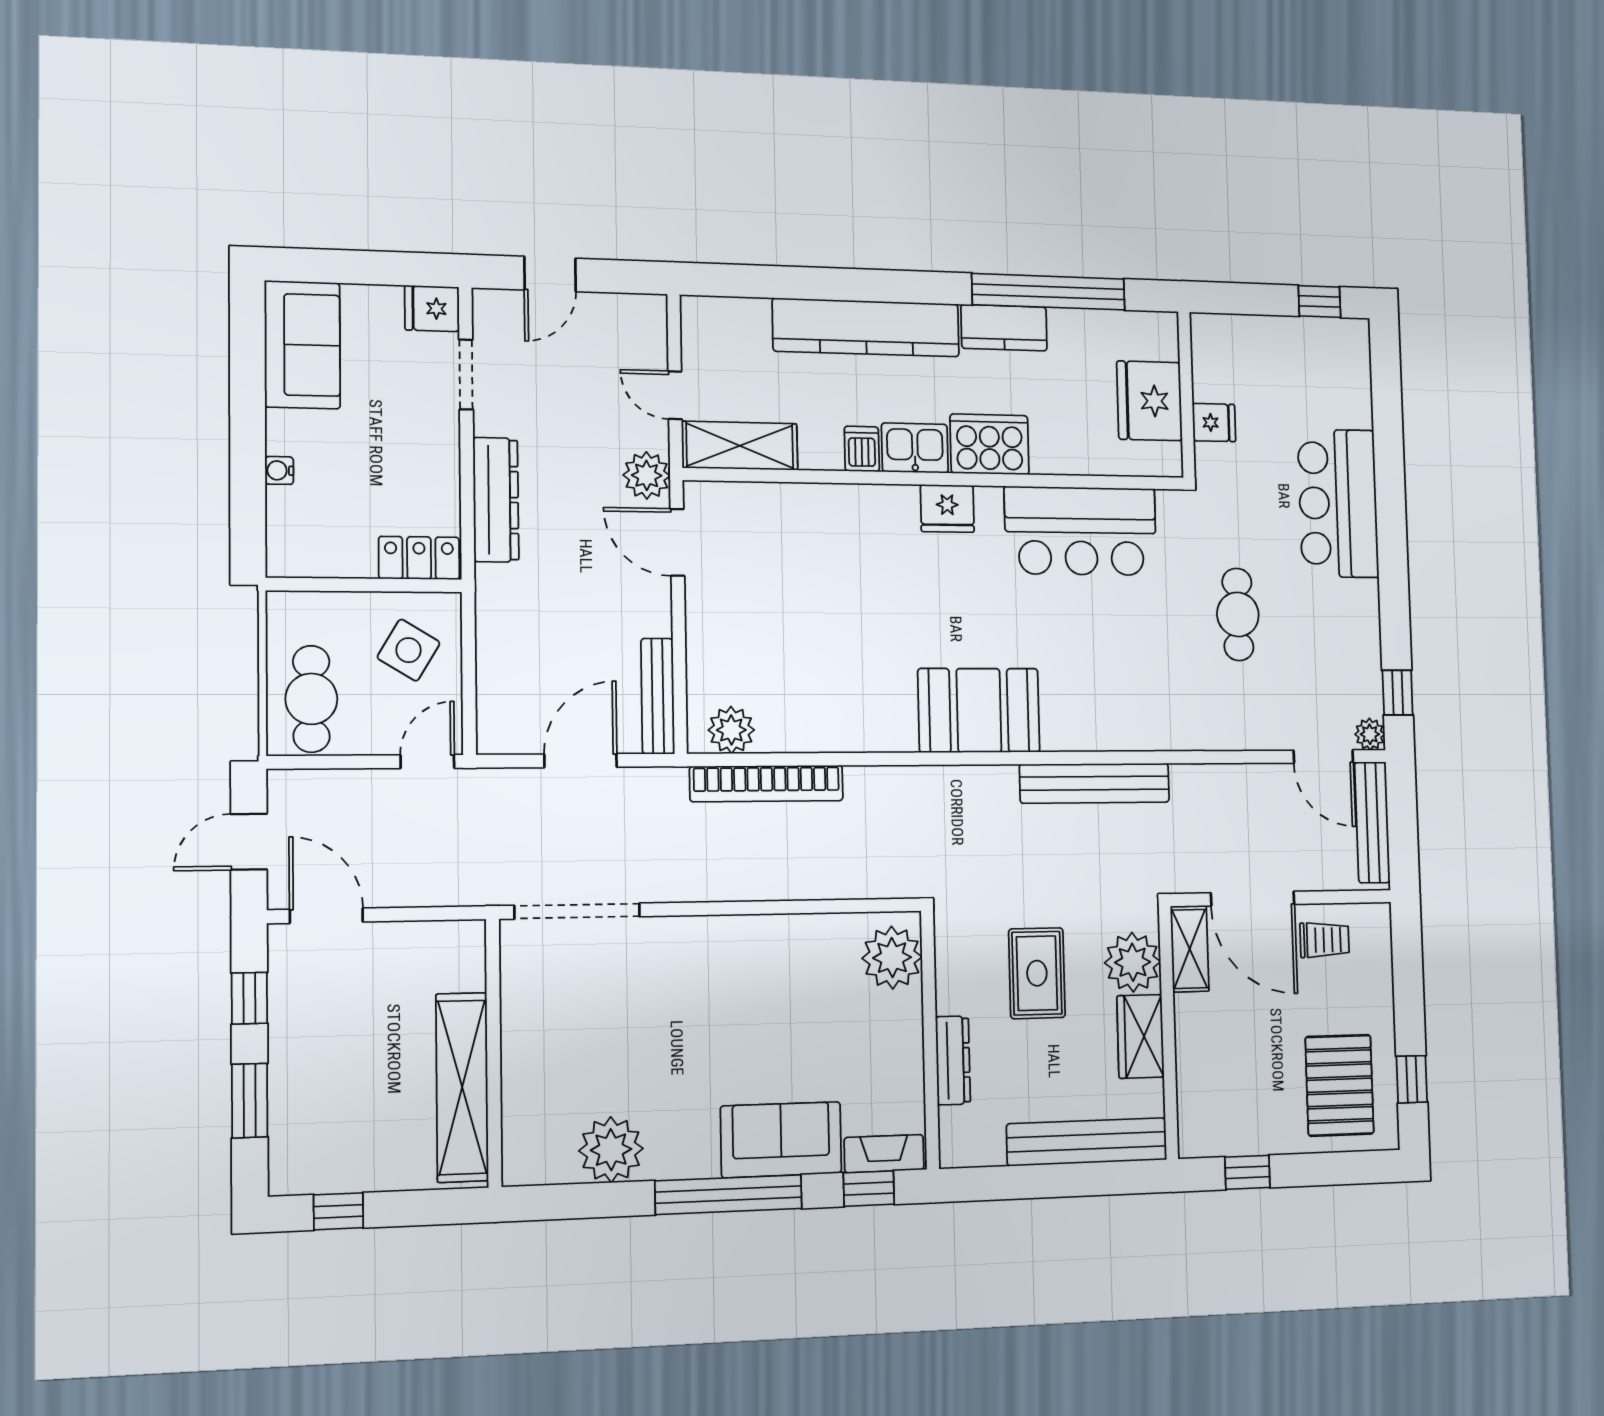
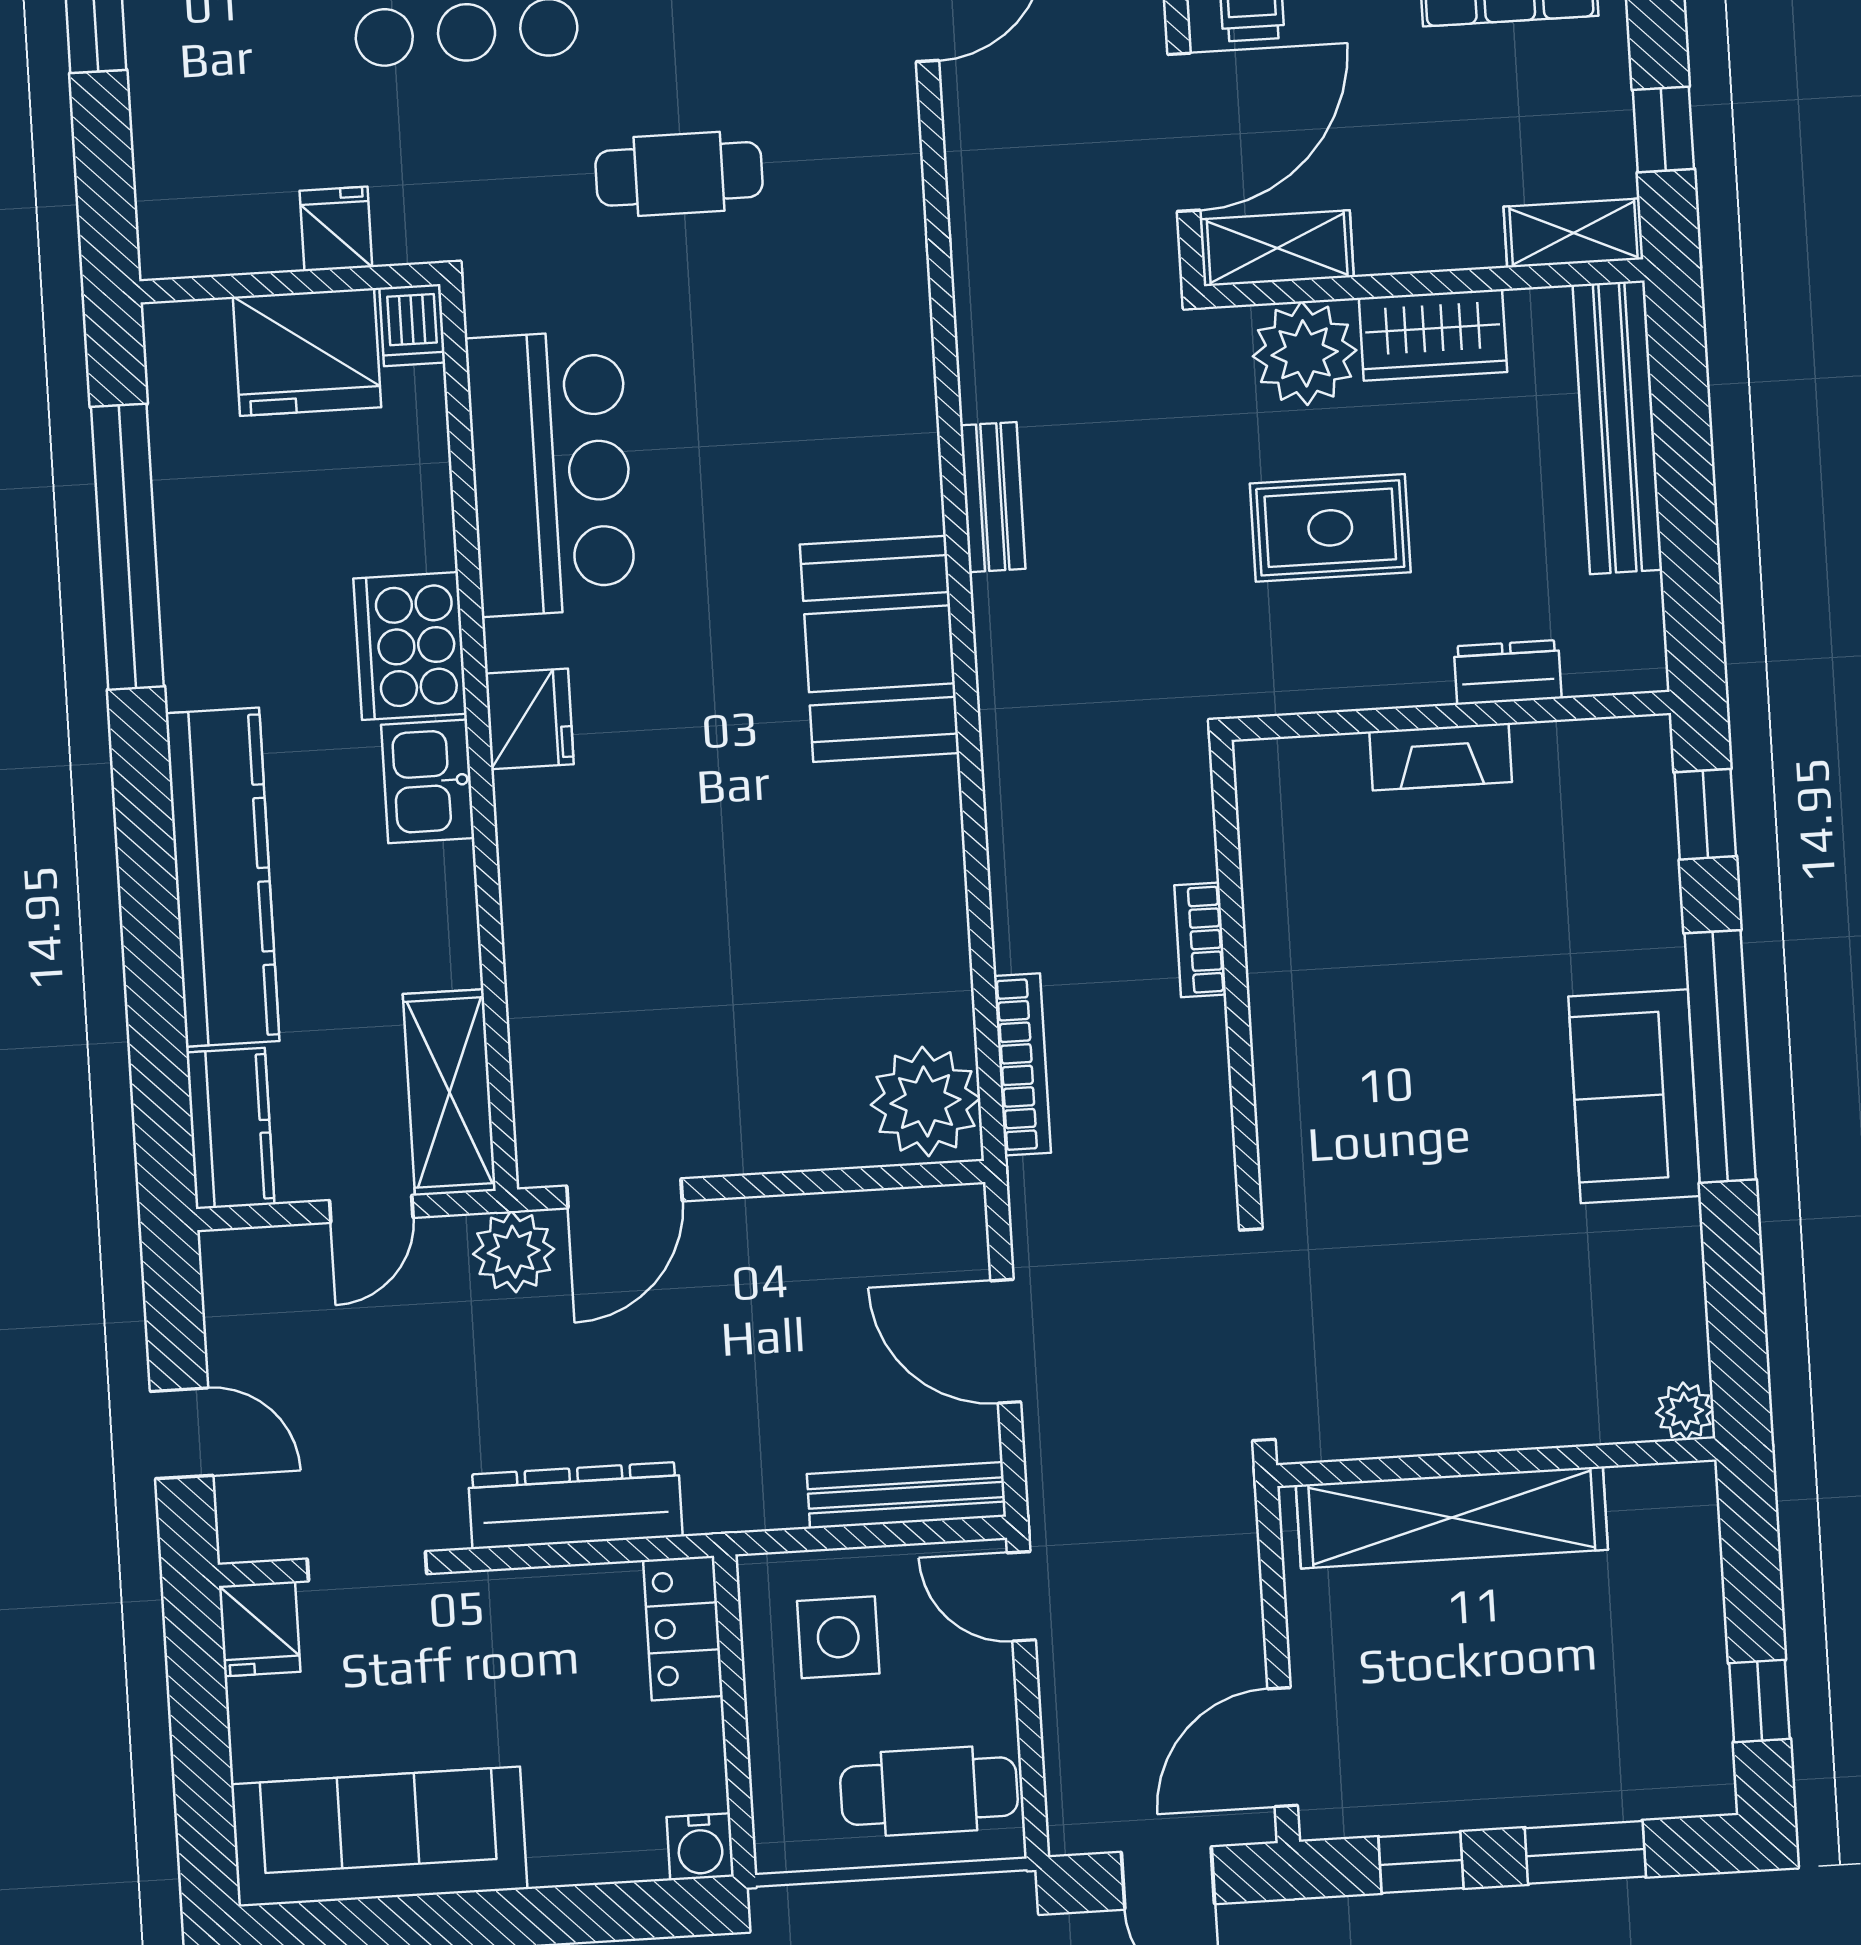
kitchen counter: (1004, 328) -> (230, 1128), moved
sofa: (302, 345) -> (379, 1837), width x1.36
dishwasher: (862, 449) -> (412, 325), moved, turned -90
water cooler: (279, 470) -> (700, 1847), moved, width x1.38, depth x1.38
side table: (409, 650) -> (838, 1637), turned -31
bench: (658, 696) -> (906, 1495), moved
plant: (731, 730) -> (925, 1101), width x1.36, depth x1.36
bookcase: (767, 783) -> (1022, 1064), width x0.68, depth x0.76
bench: (1095, 783) -> (993, 497), width x0.54, depth x0.82
bookcase: (809, 887) -> (1200, 940), added
plant: (892, 958) -> (1313, 788), removed
dresser: (953, 1060) -> (1508, 672), width x0.70
shelving: (462, 1087) -> (1452, 1517), moved
shelving: (1193, 1119) -> (1573, 233), added
sofa: (781, 1140) -> (1634, 1096), moved
plant: (611, 1150) -> (1685, 1411), moved, width x0.53, depth x0.53
fireplace: (884, 1154) -> (1441, 757), moved, turned -90

